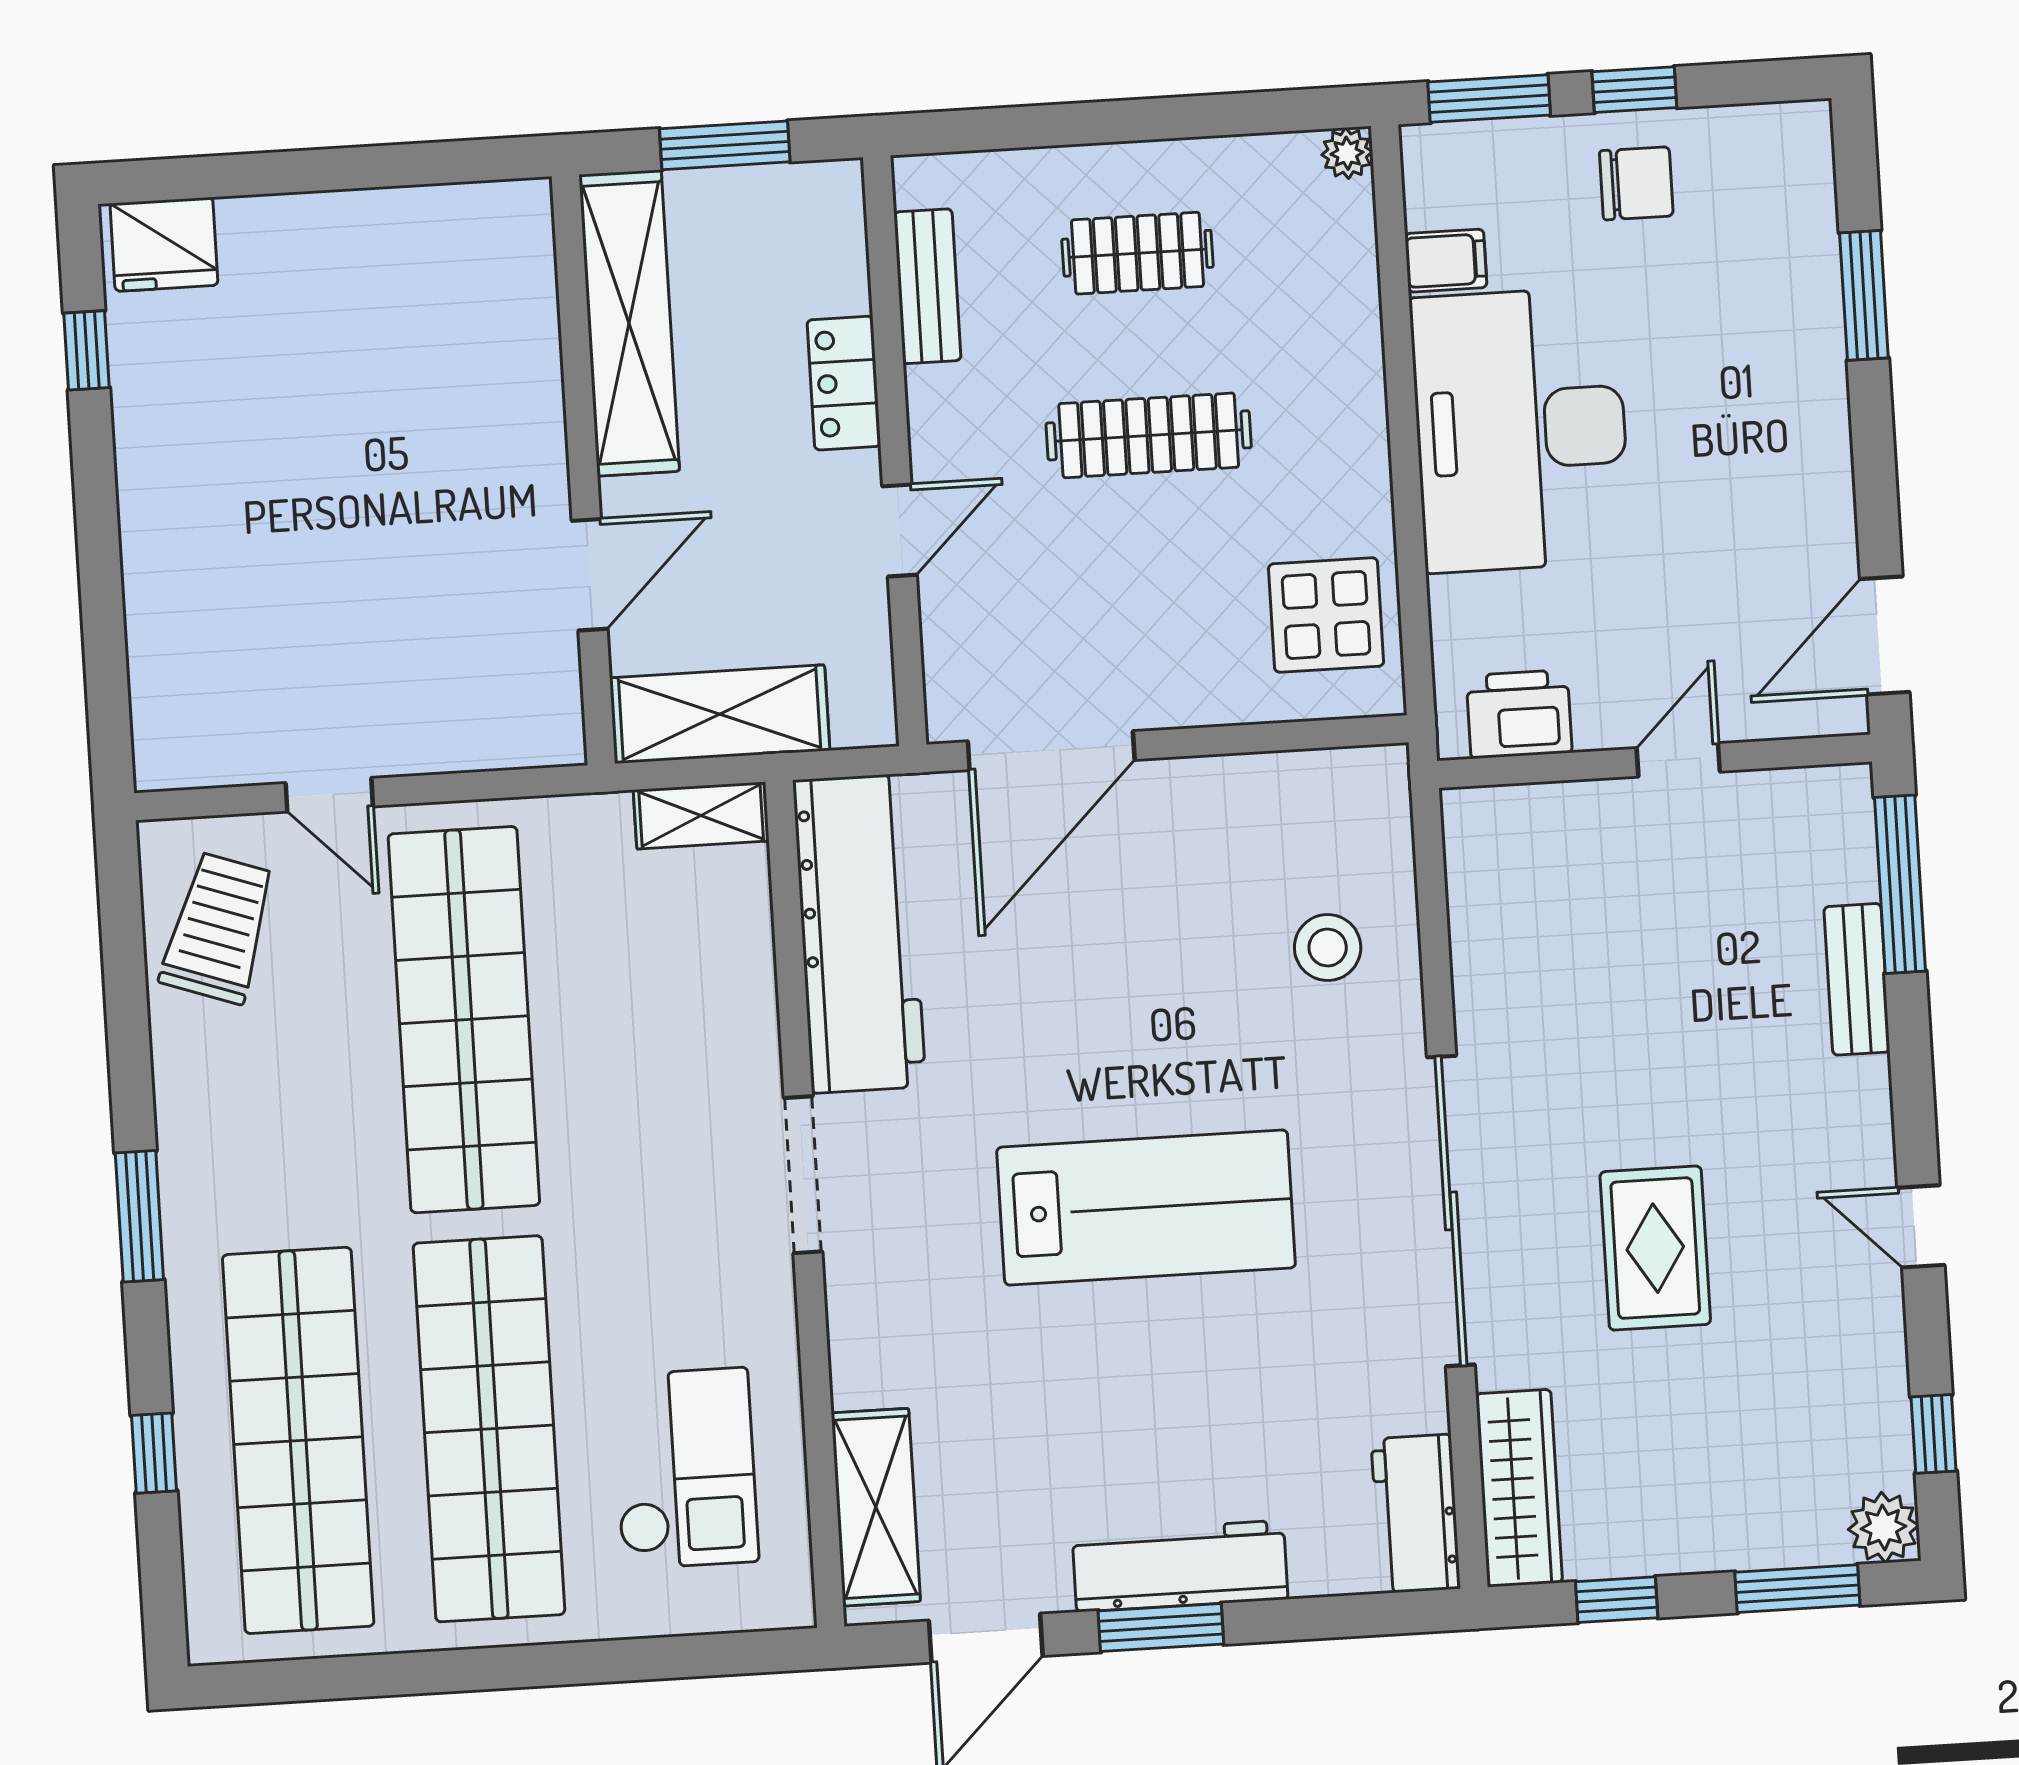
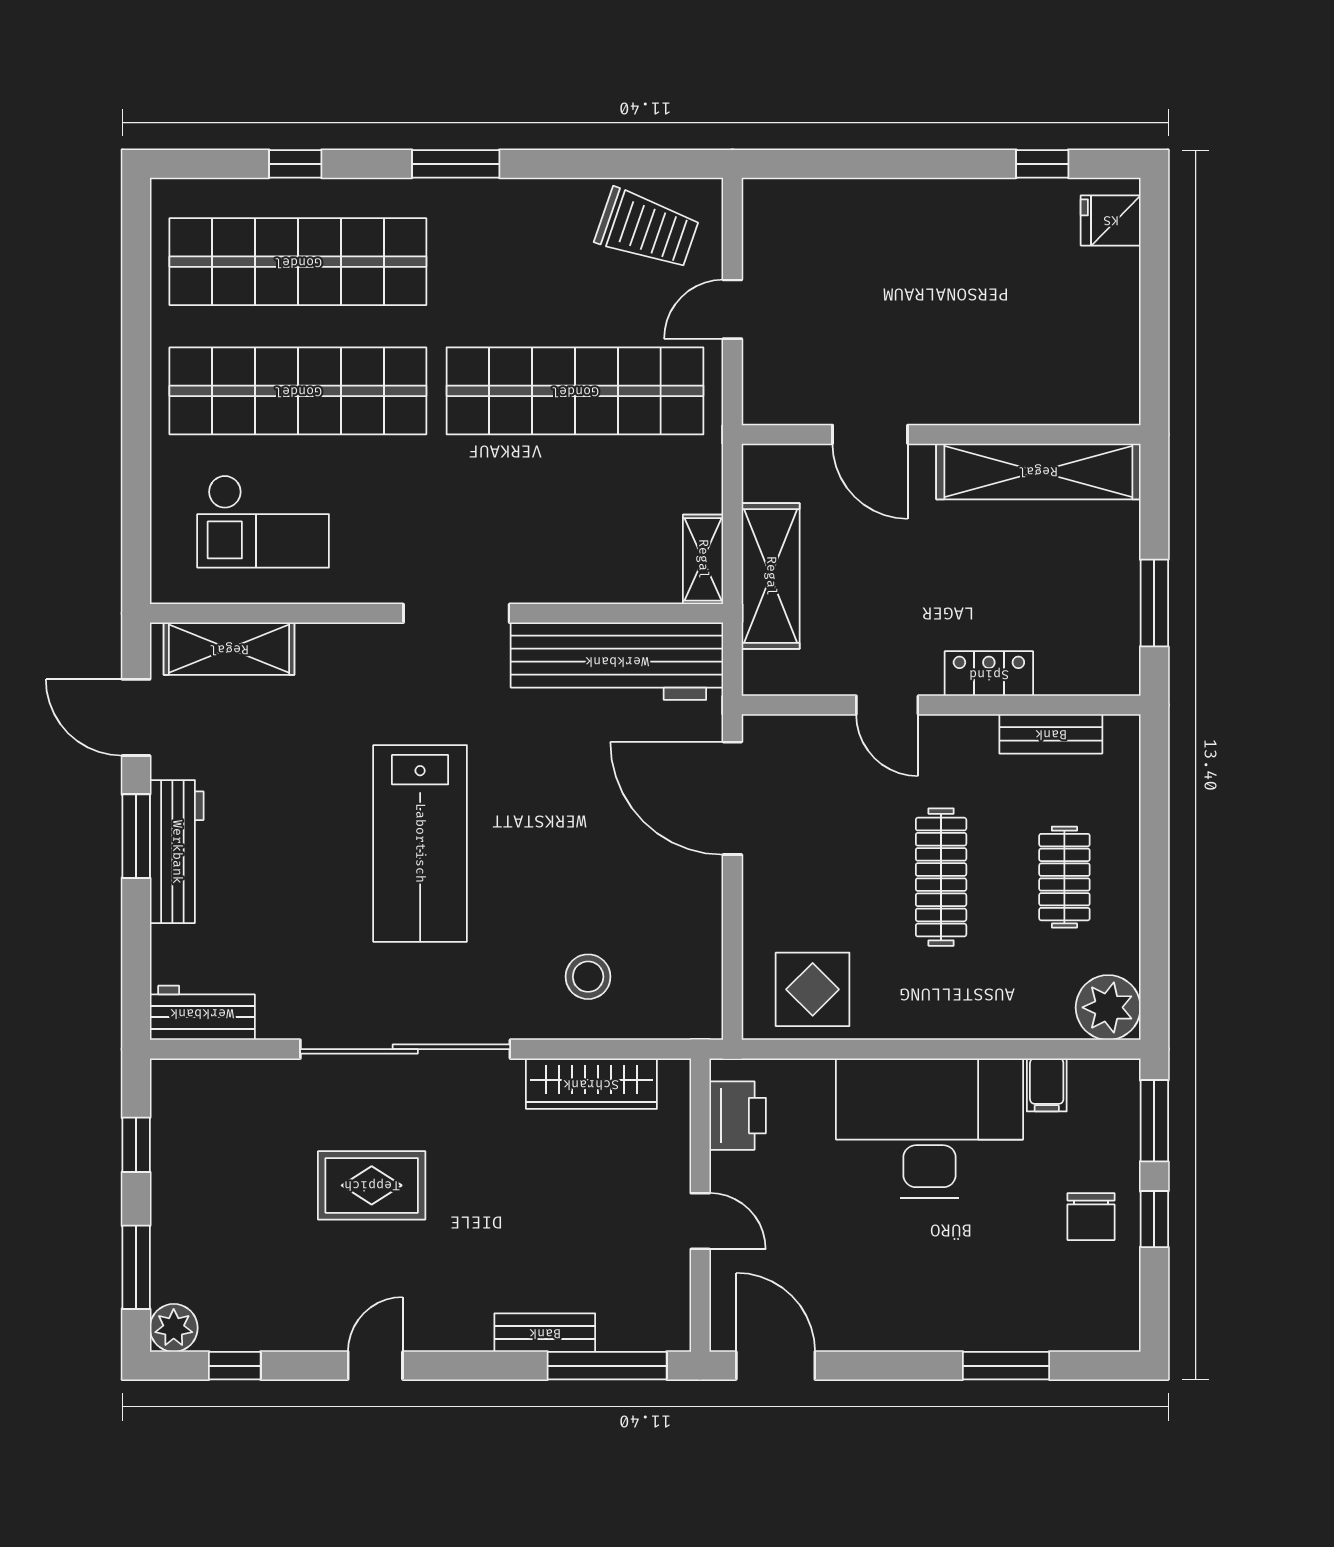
plant: (1347, 153) -> (1108, 1007), width x1.88, depth x1.88
fridge: (164, 244) -> (1111, 220), width x0.72
shelving: (629, 323) -> (1038, 471), moved
wall: (583, 470) -> (941, 434), moved
door: (590, 575) -> (870, 434), moved
wardrobe: (1519, 1488) -> (591, 1084), moved

